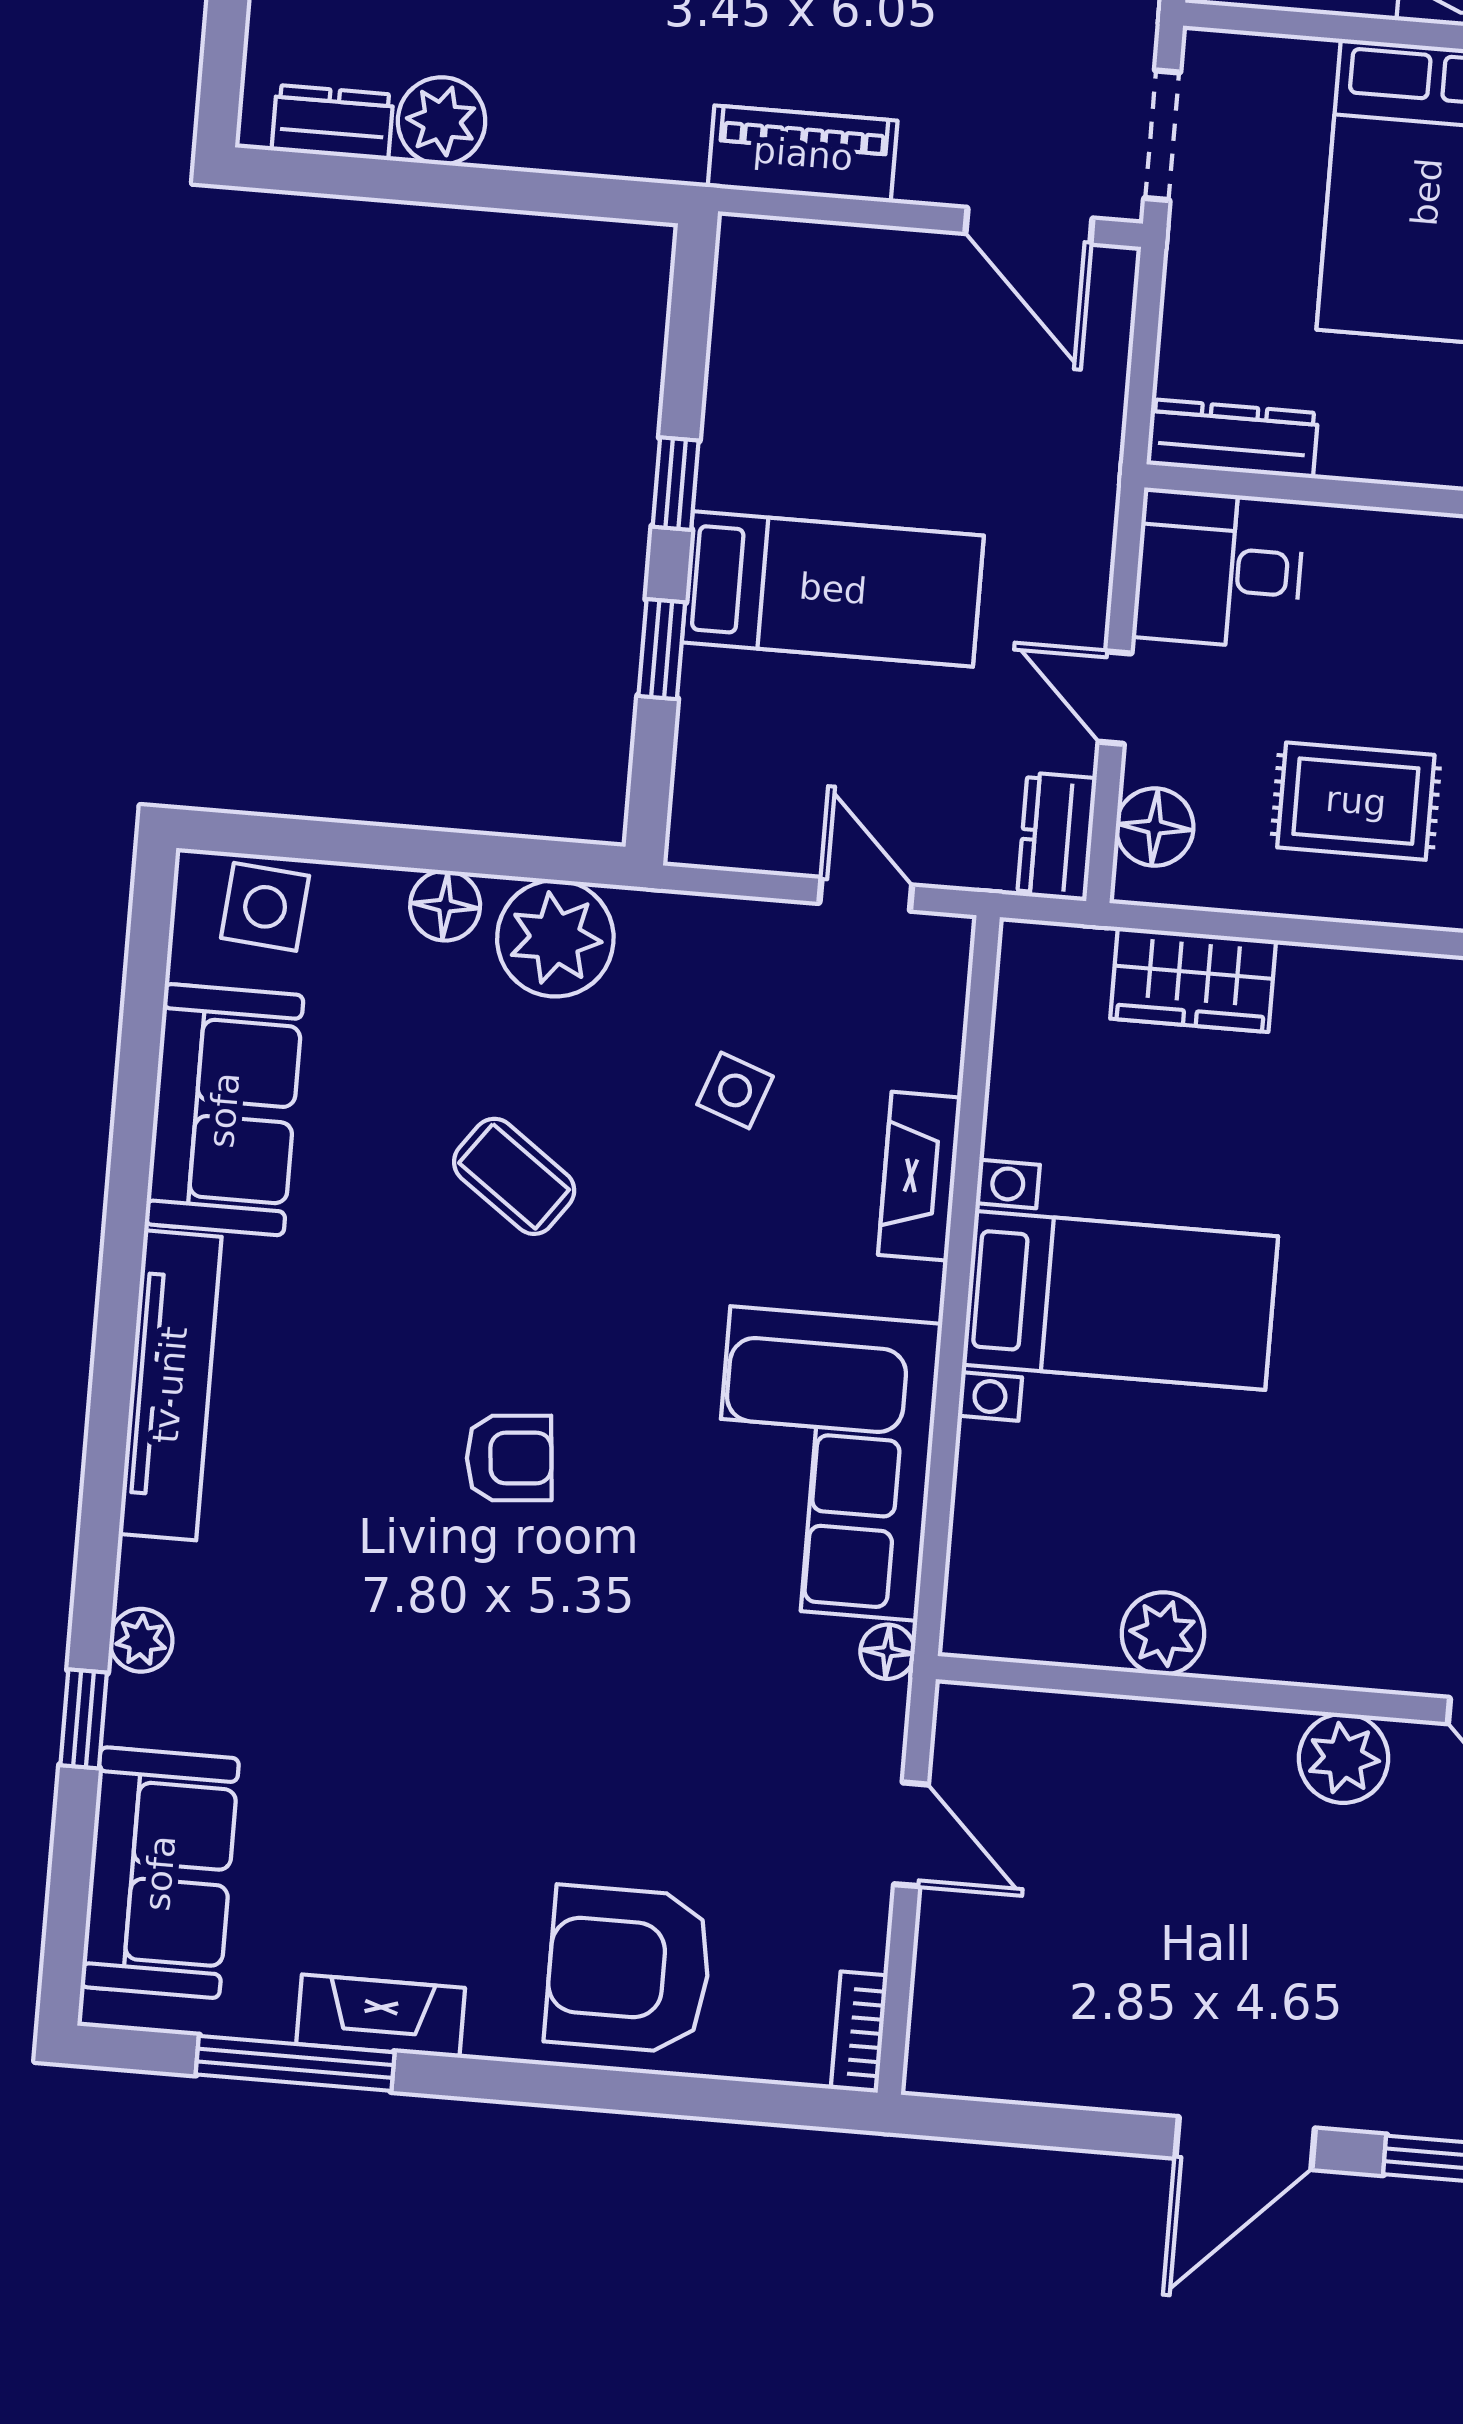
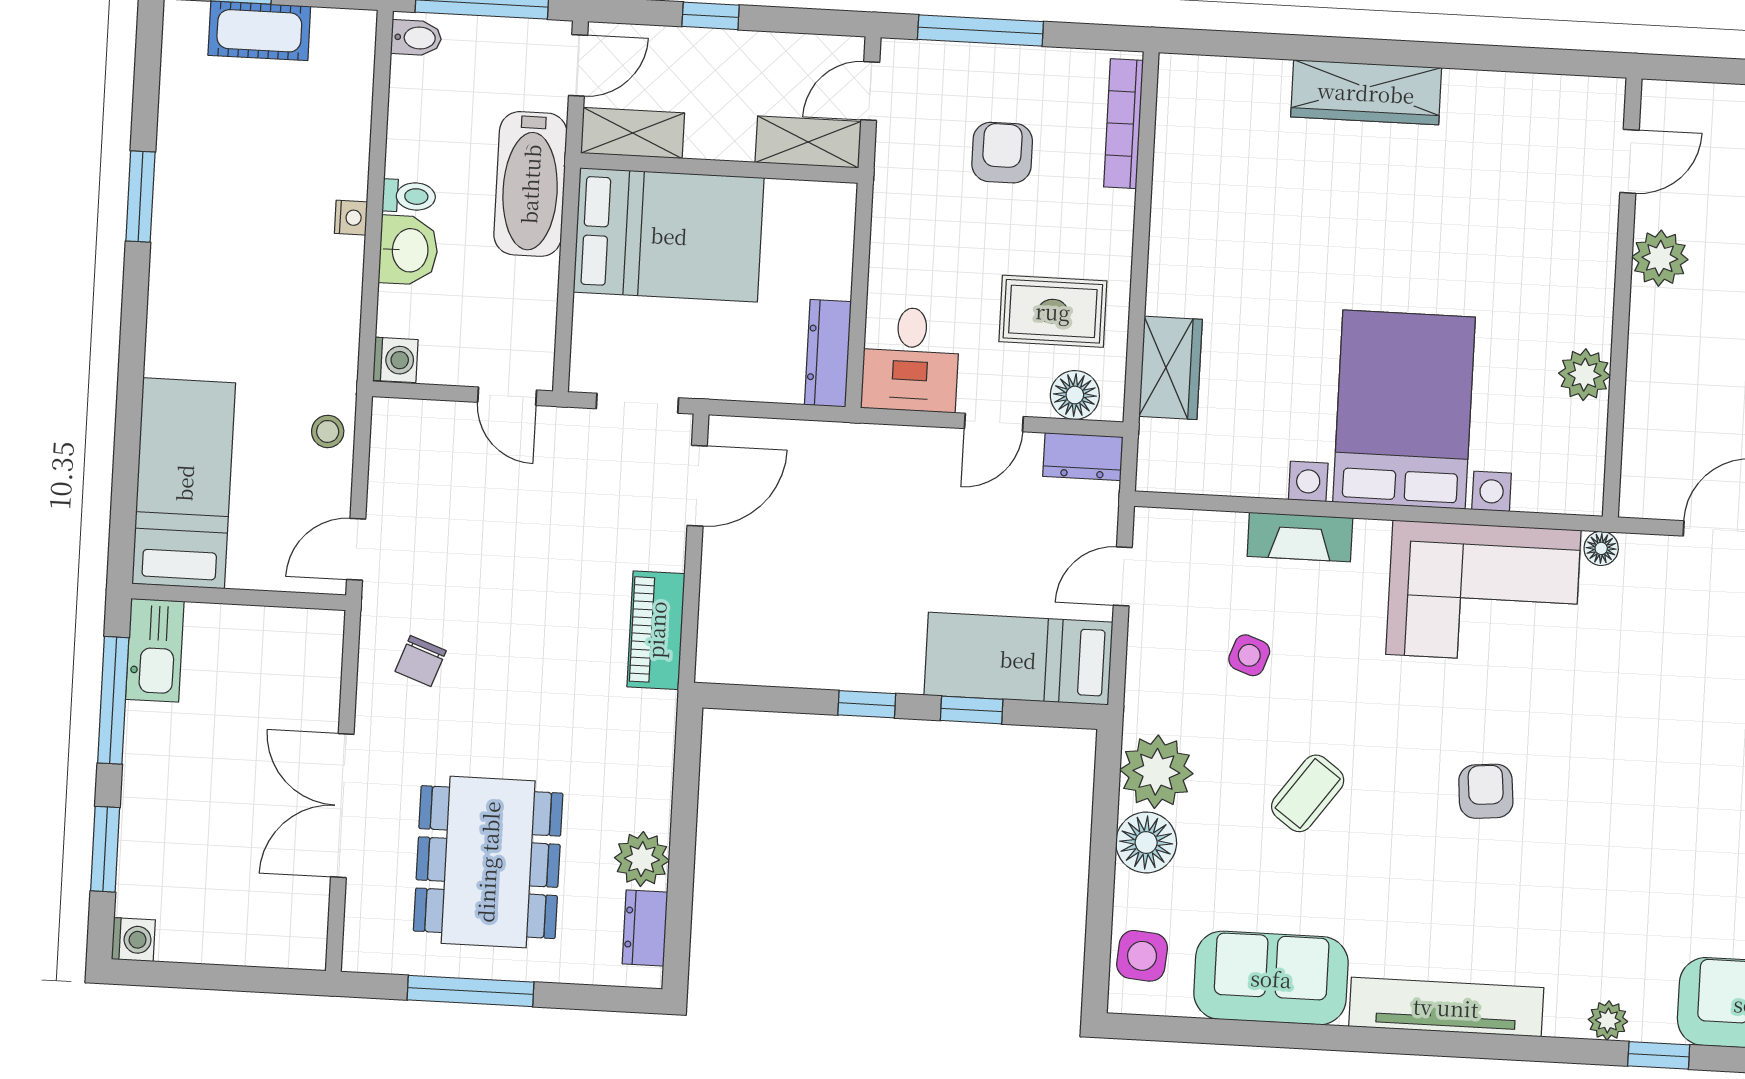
bed: (833, 589) -> (1018, 659), moved, turned -90
rug: (1356, 801) -> (1053, 311), moved, turned 90
floor lamp: (445, 906) -> (1146, 842), width x1.38, depth x1.38
bed with nightstands: (1120, 1300) -> (1404, 410), width x1.36

